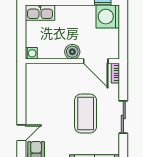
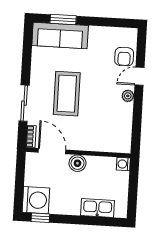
kitchen sink: (40, 13) -> (98, 208), moved
plant: (31, 115) -> (128, 96), added
sliding door: (123, 117) -> (24, 103), moved

